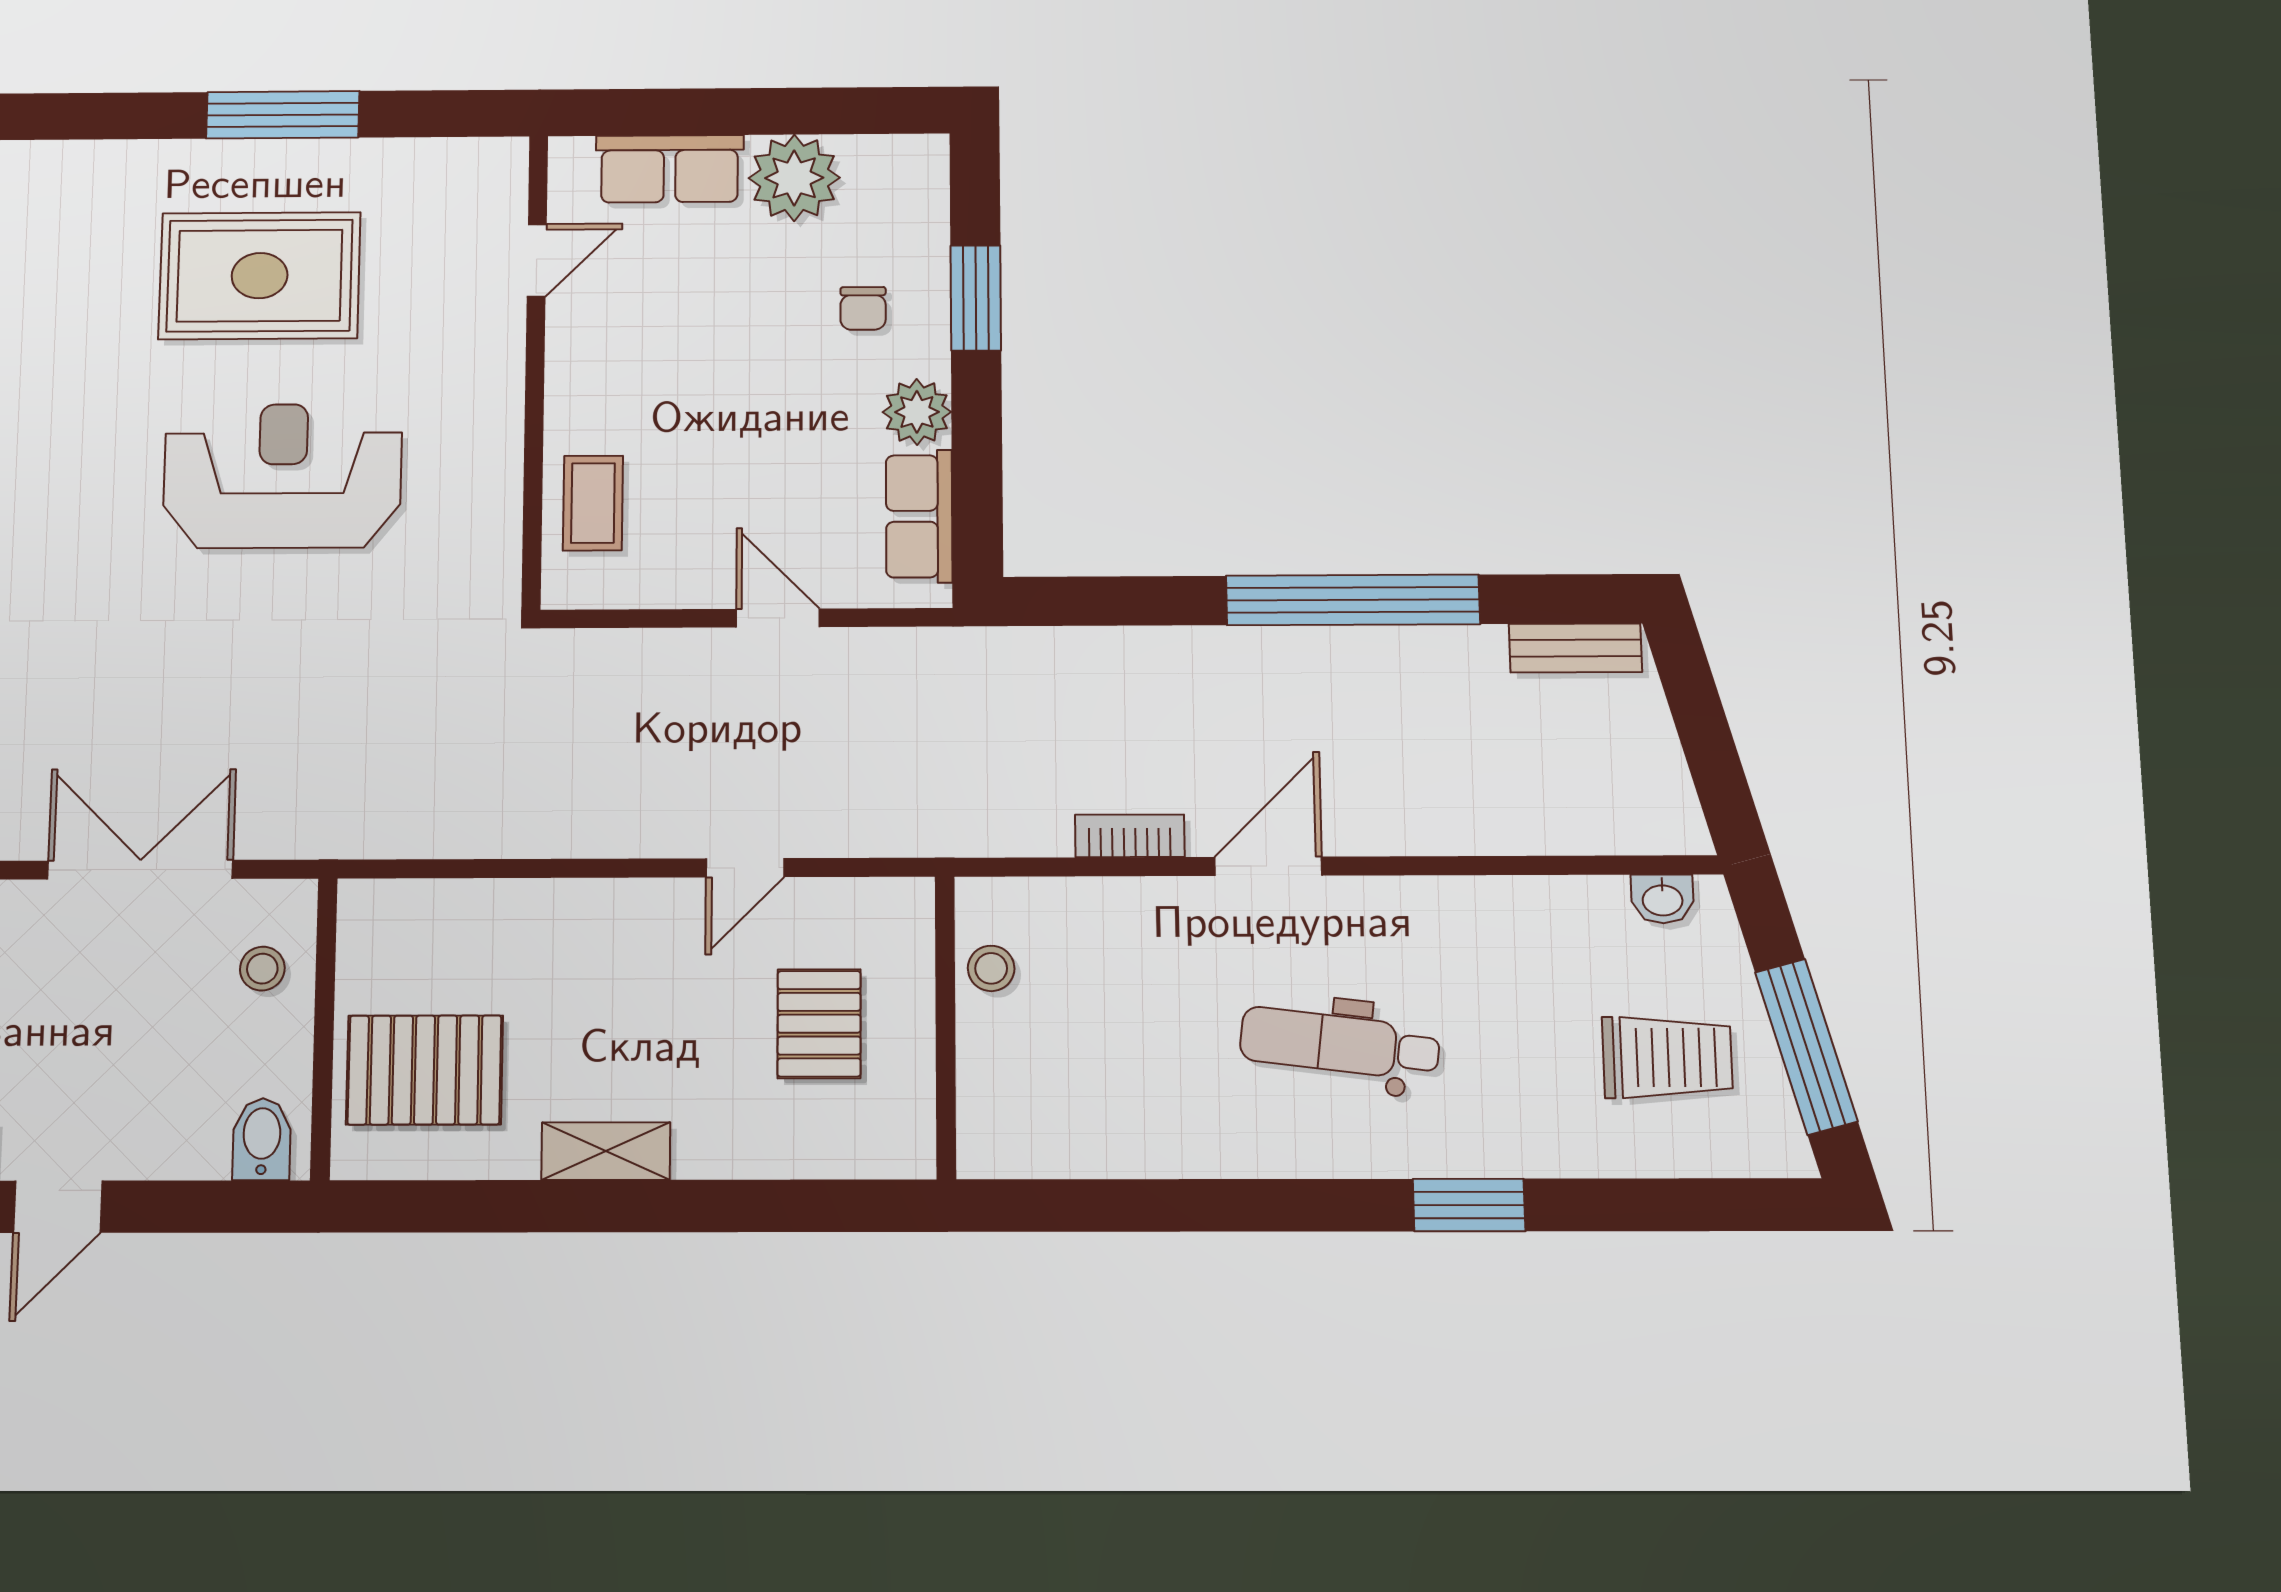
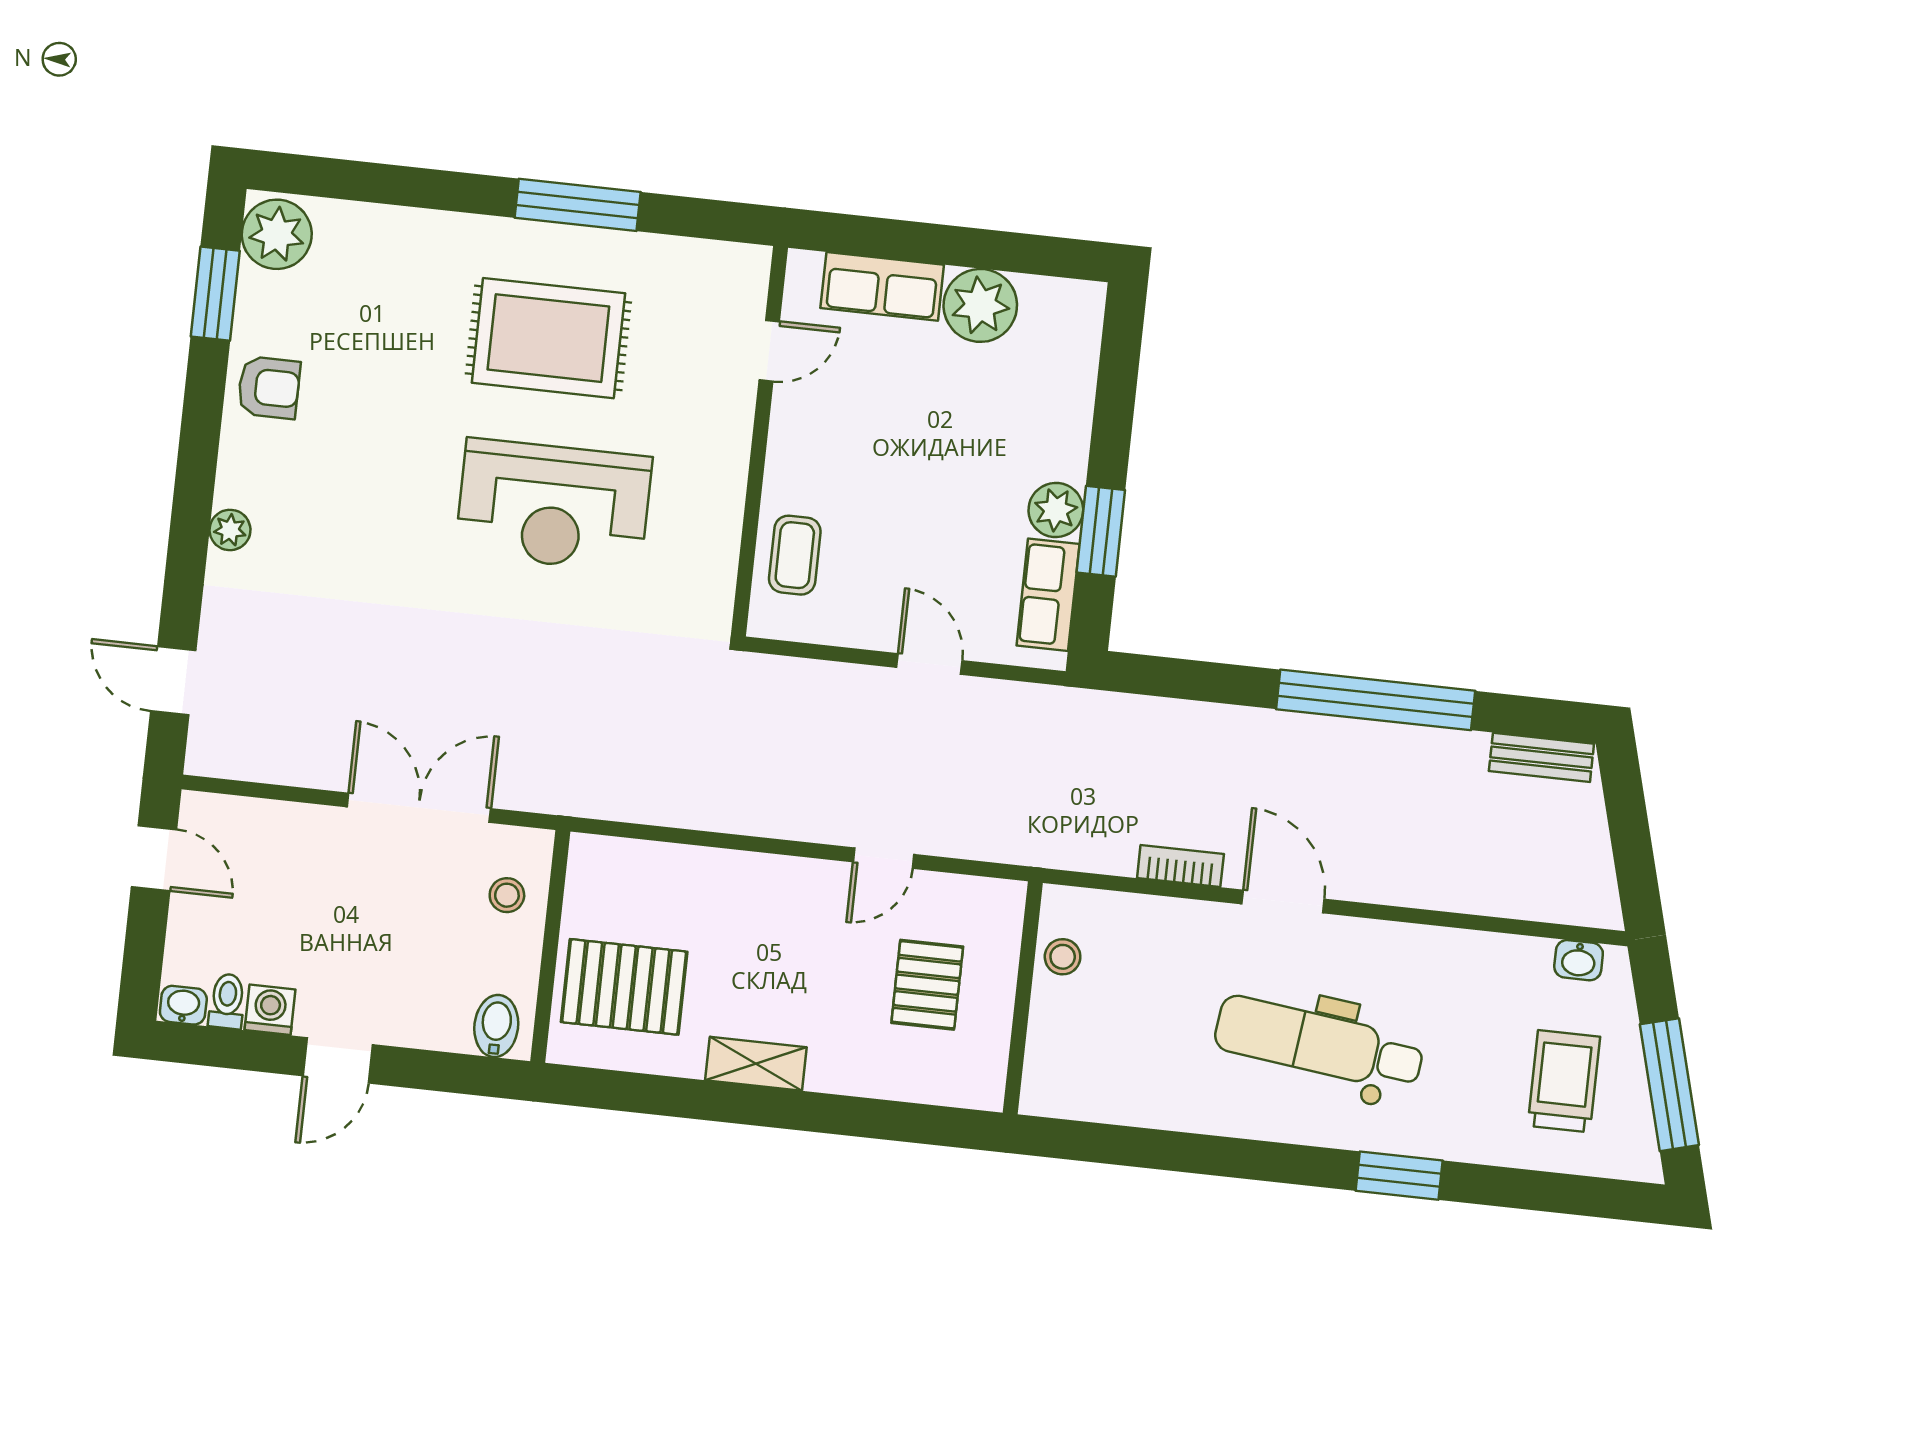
window: (976, 298) -> (1101, 531), moved
chair: (863, 308) -> (1023, 420), removed
reception desk: (283, 476) -> (554, 505), turned 180
door: (1268, 866) -> (1283, 902), hinge flipped
dental chair: (1340, 1044) -> (1319, 1044), width x1.36, depth x1.38
trolley: (1667, 1057) -> (1564, 1081), turned -90

